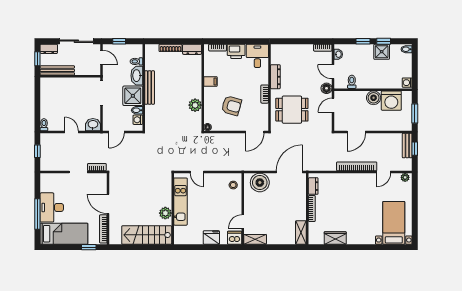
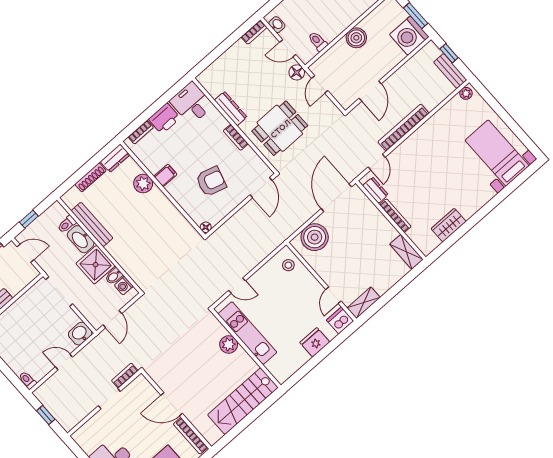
bench: (150, 87) -> (92, 224), moved
washing machine: (391, 101) -> (409, 36), moved, turned 90
plant: (195, 105) -> (143, 184), moved
bench: (407, 145) -> (450, 71), moved
door: (384, 172) -> (377, 162), moved
plant: (165, 213) -> (229, 344), moved

